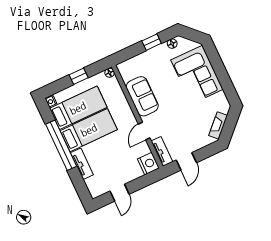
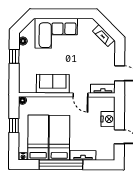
nightstand: (148, 164) -> (108, 119), moved, turned 90

